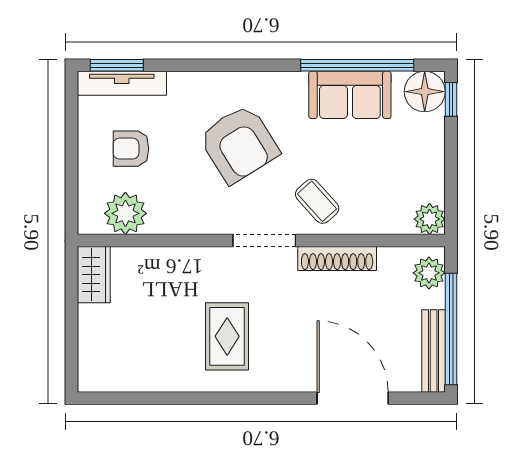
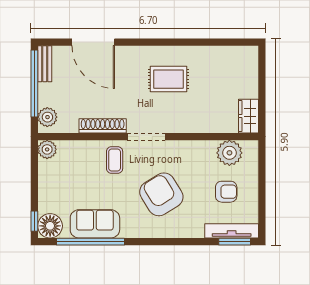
coffee table: (317, 201) -> (115, 160), turned 42
rug: (227, 336) -> (169, 79), turned 90
bench: (434, 351) -> (45, 64), width x0.73

